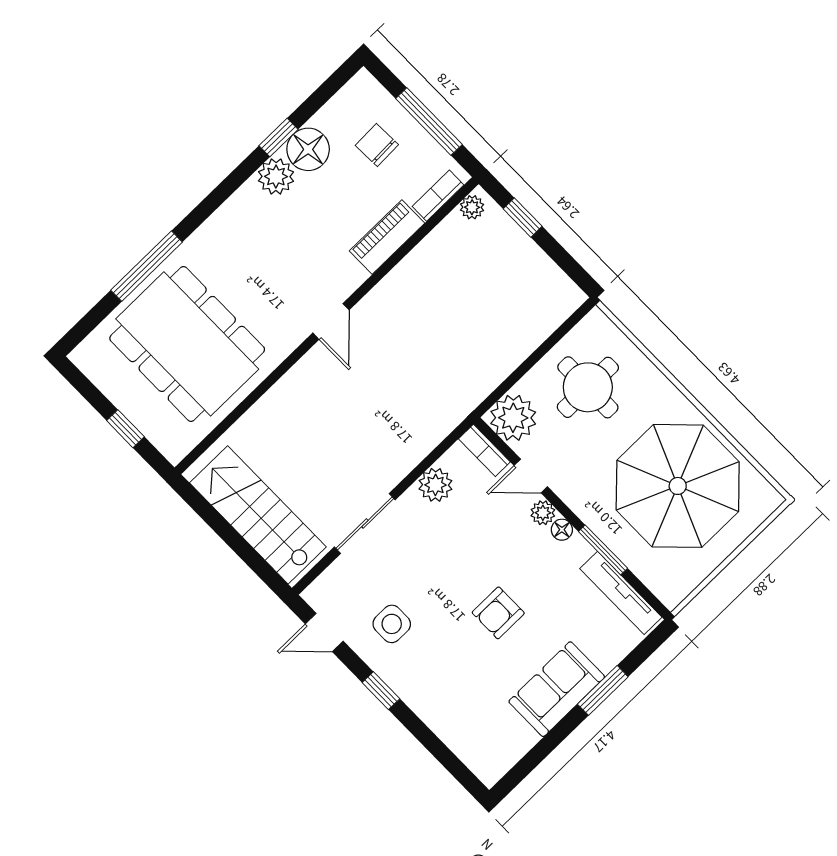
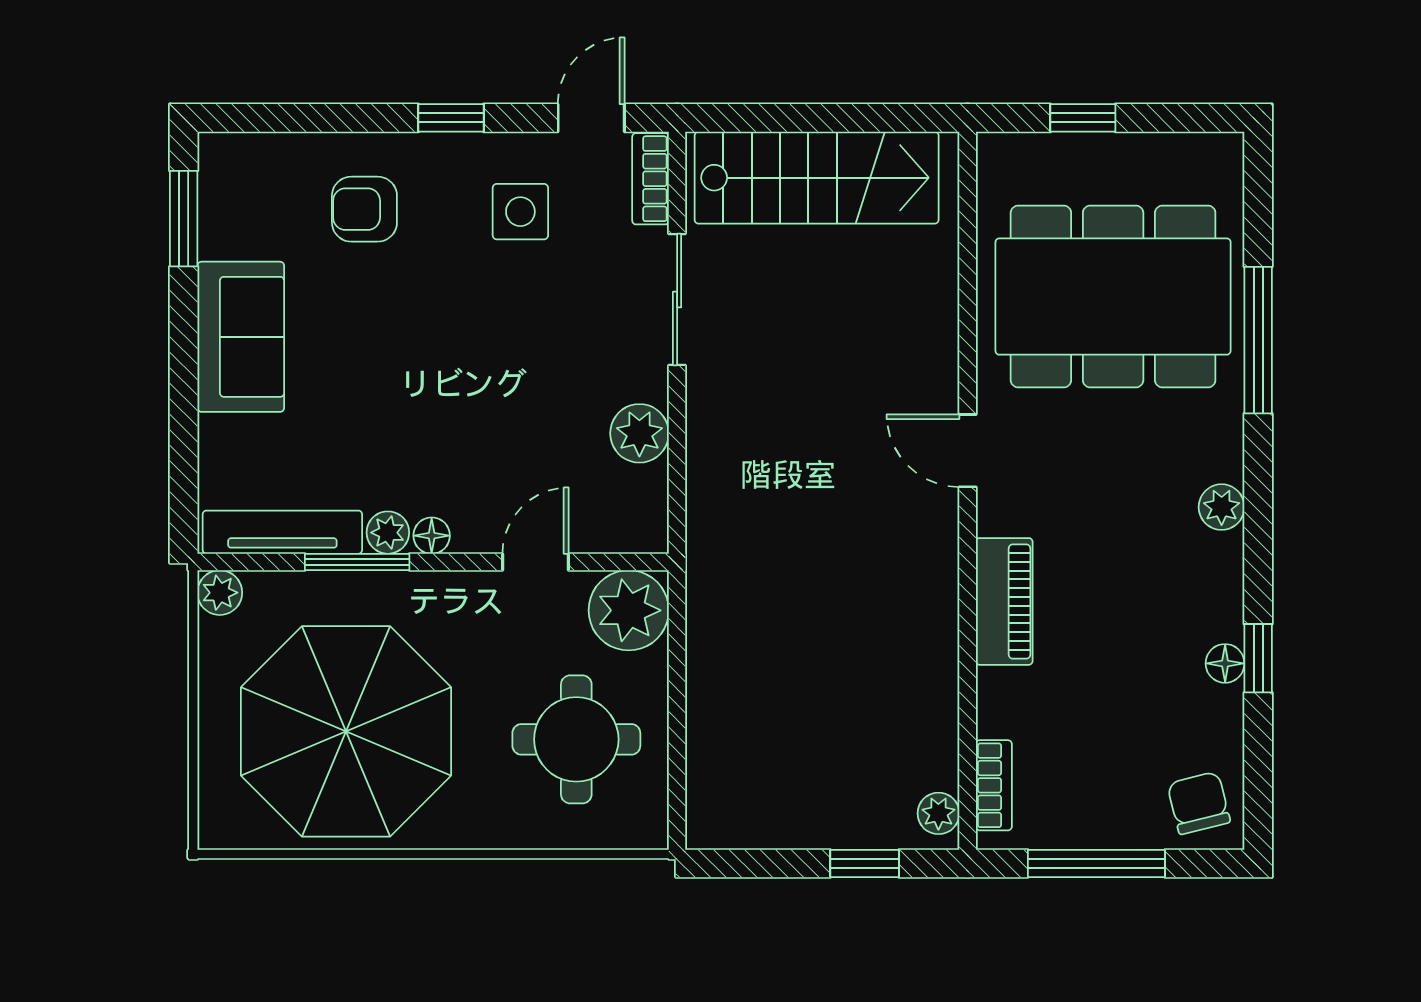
chair: (377, 145) -> (1199, 803), moved, turned -102
floor lamp: (308, 149) -> (1225, 663), width x0.53, depth x0.53
plant: (276, 176) -> (1222, 507), moved, width x0.73, depth x0.73
piano: (387, 237) -> (1004, 601), moved
door: (331, 321) -> (968, 451), moved
bookcase: (484, 450) -> (651, 179), moved, turned -90
plant: (543, 513) -> (388, 533), moved
plant: (671, 594) -> (220, 593), added
armchair: (498, 613) -> (364, 209), moved, turned -90
window: (603, 690) -> (184, 219), moved

